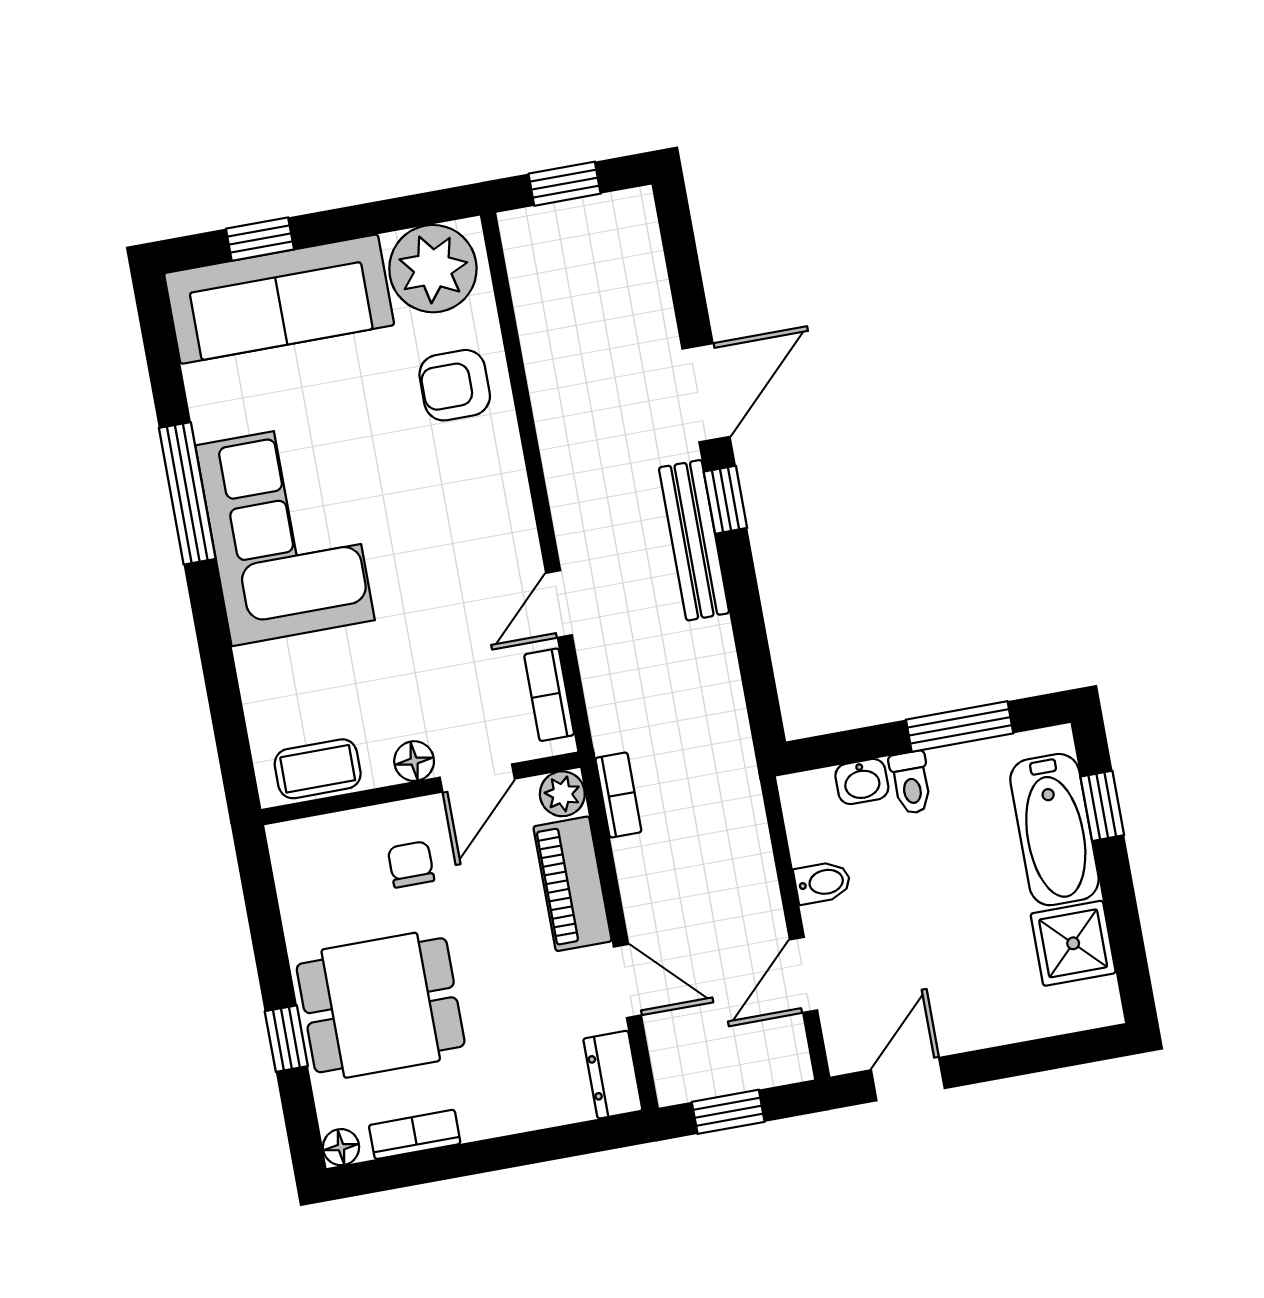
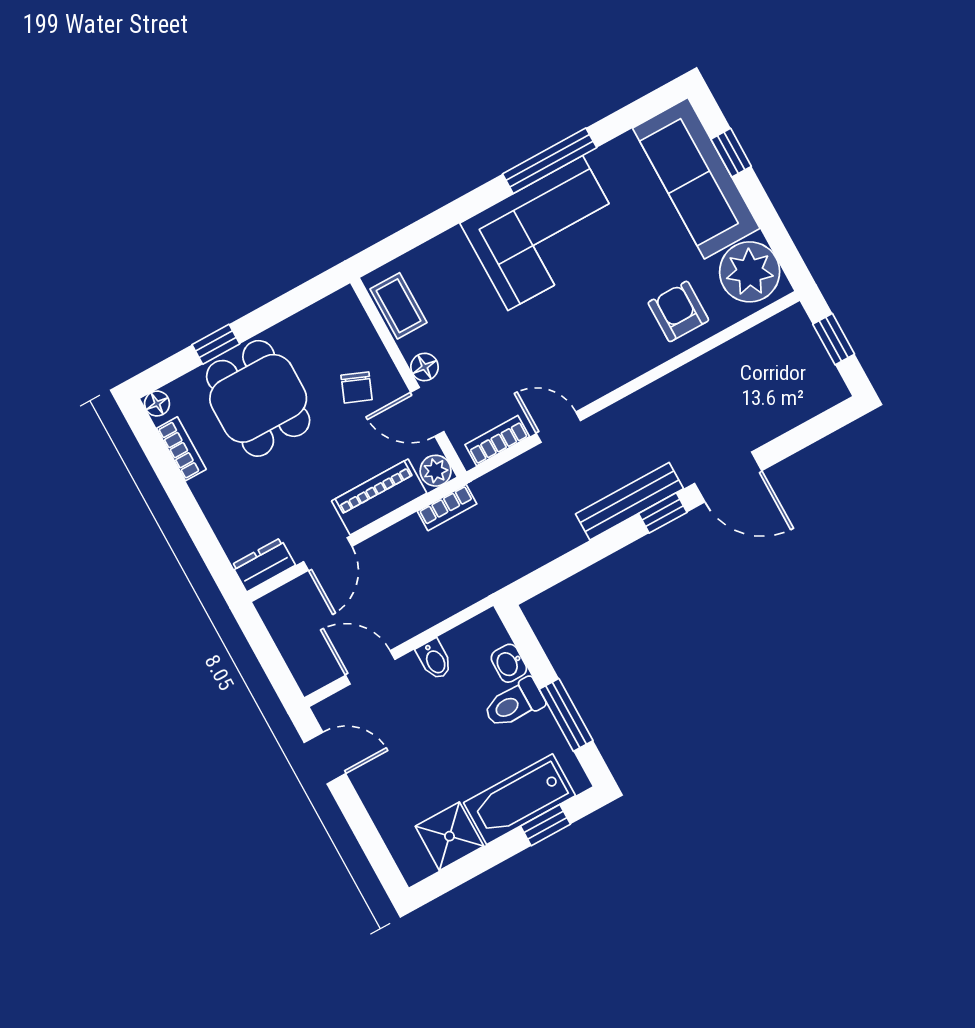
toilet: (911, 783) -> (514, 703), width x1.37, depth x1.39
chair: (411, 864) -> (357, 387), turned 112
window: (728, 1112) -> (265, 648), removed

